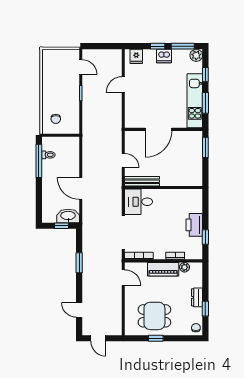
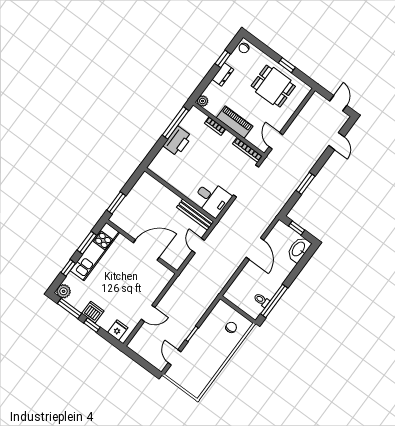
washbasin: (68, 216) -> (299, 249), moved, turned 90
window: (205, 237) -> (175, 123), width x2.17
plant: (185, 267) -> (203, 101), moved

